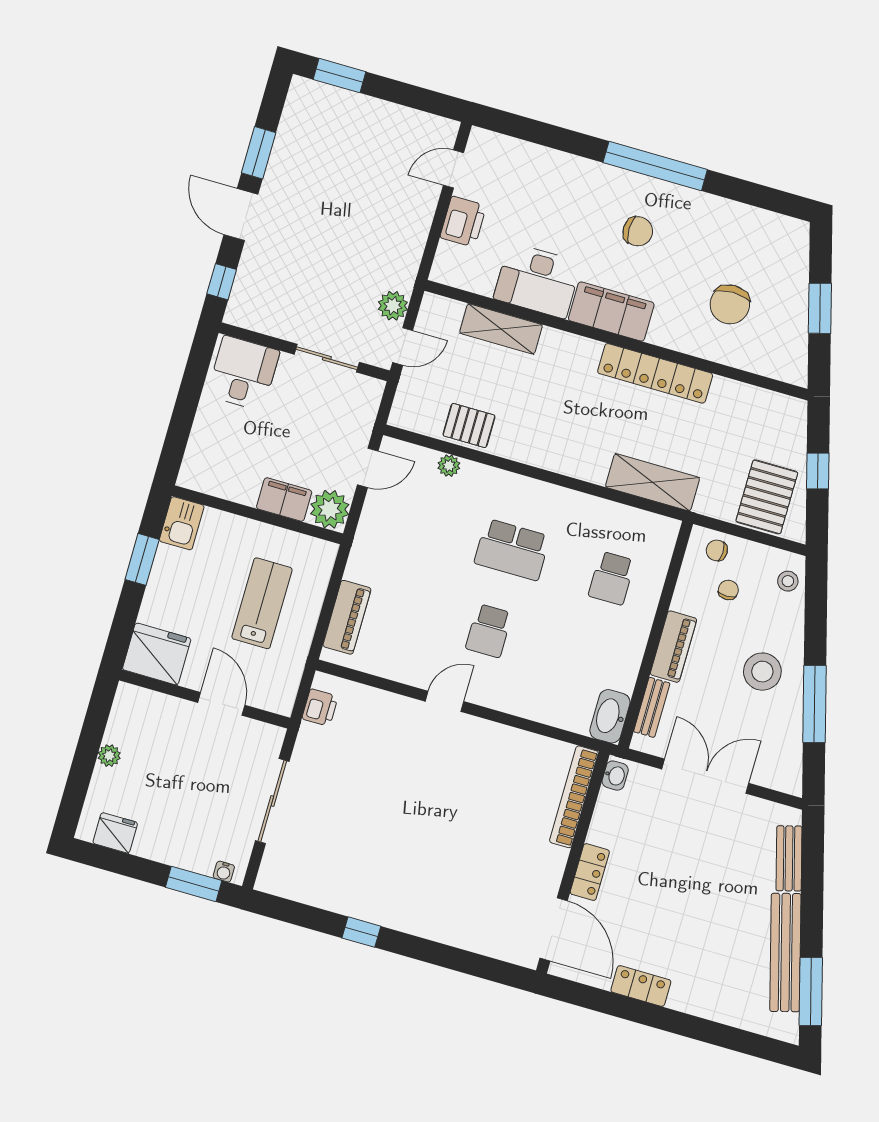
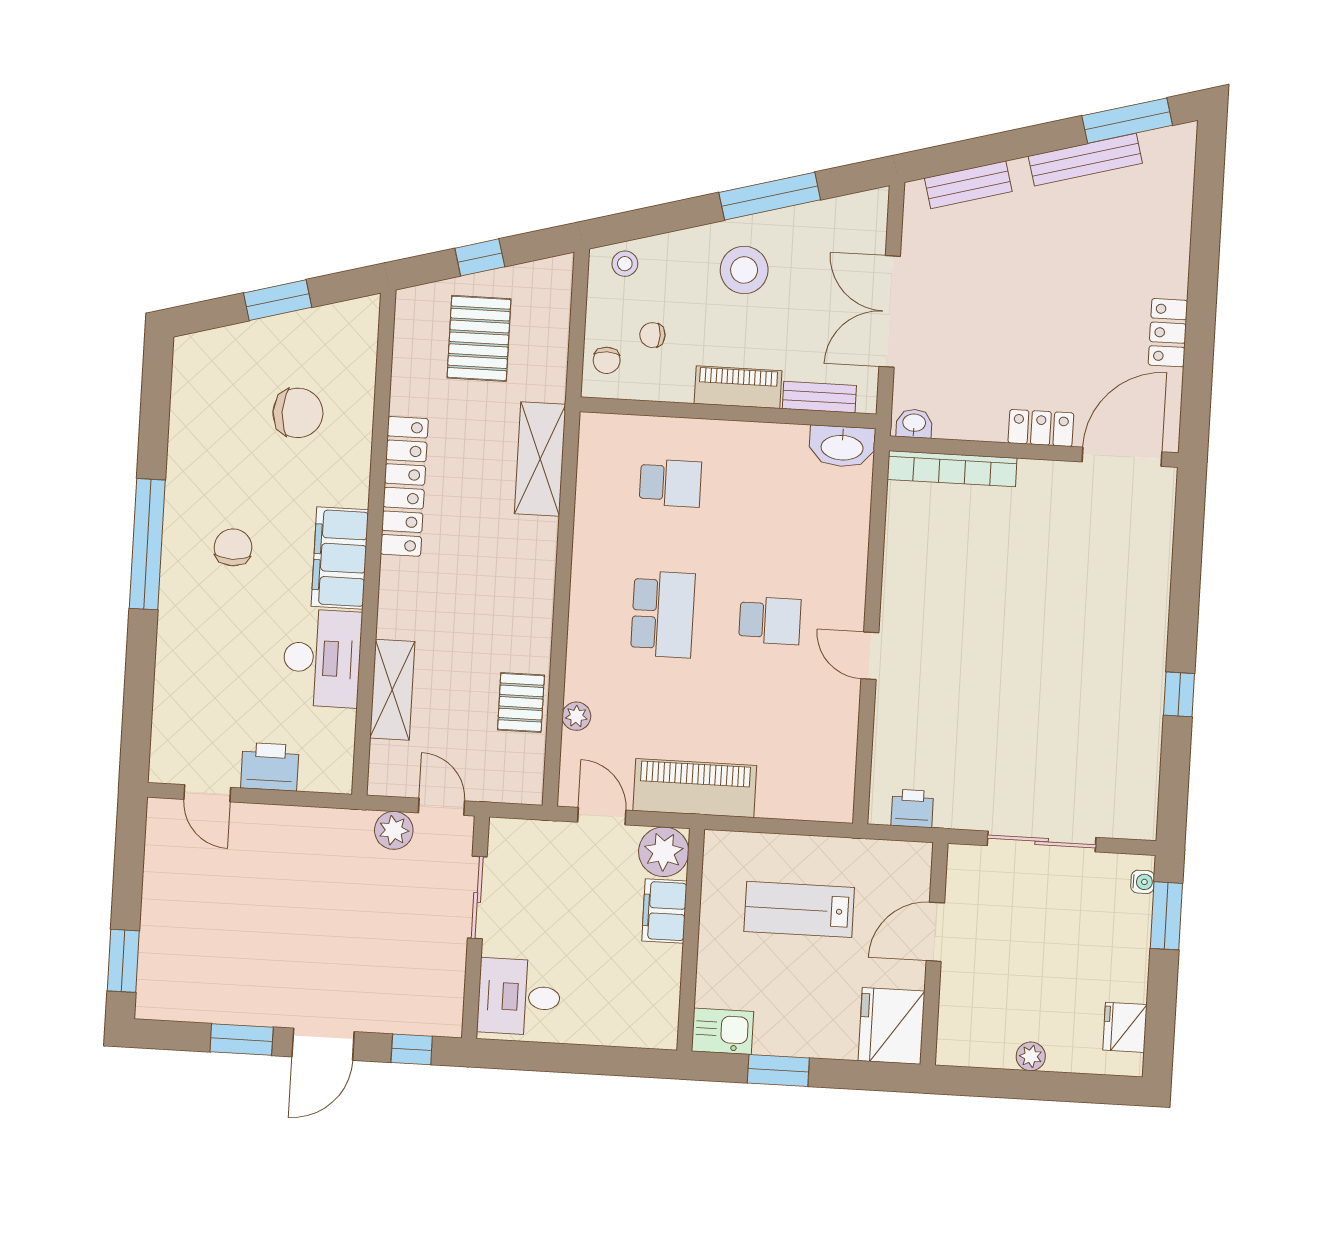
pallet: (767, 497) -> (479, 338), moved, turned 90
piano: (347, 617) -> (695, 788), moved, width x1.37, depth x1.33
bench: (785, 952) -> (1085, 160), width x0.73, depth x0.82

